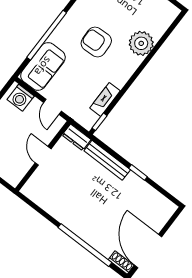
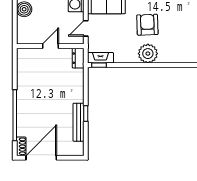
plant: (141, 43) -> (148, 54), moved
fireplace: (105, 99) -> (100, 58), moved
bench: (107, 160) -> (78, 122), moved

